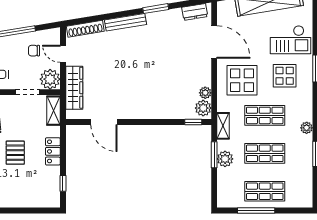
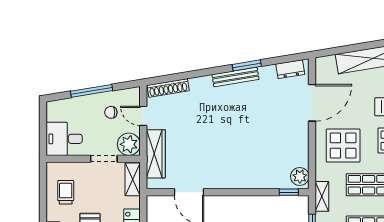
bench: (126, 22) -> (235, 77), moved
door: (214, 42) -> (312, 103), hinge flipped
plant: (205, 93) -> (302, 159), removed

